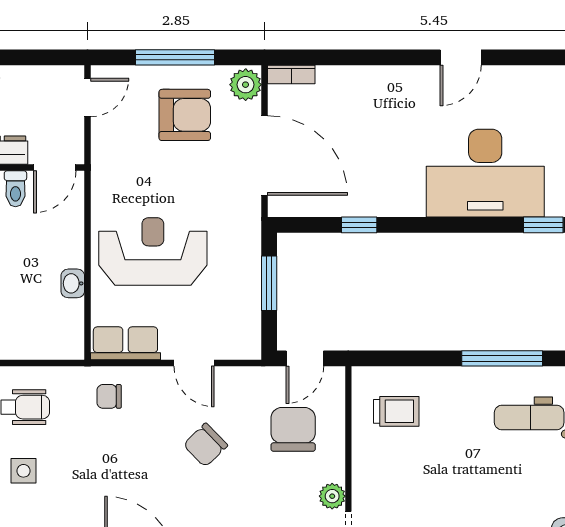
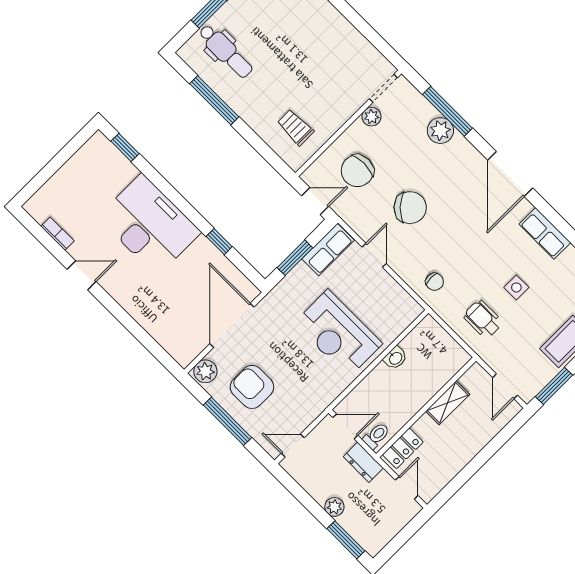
bookcase: (291, 75) -> (57, 234), moved
desk: (485, 173) -> (149, 225), moved
row of seats: (125, 343) -> (328, 250), moved, turned -90
chair: (205, 445) -> (410, 208), width x1.37, depth x1.37

